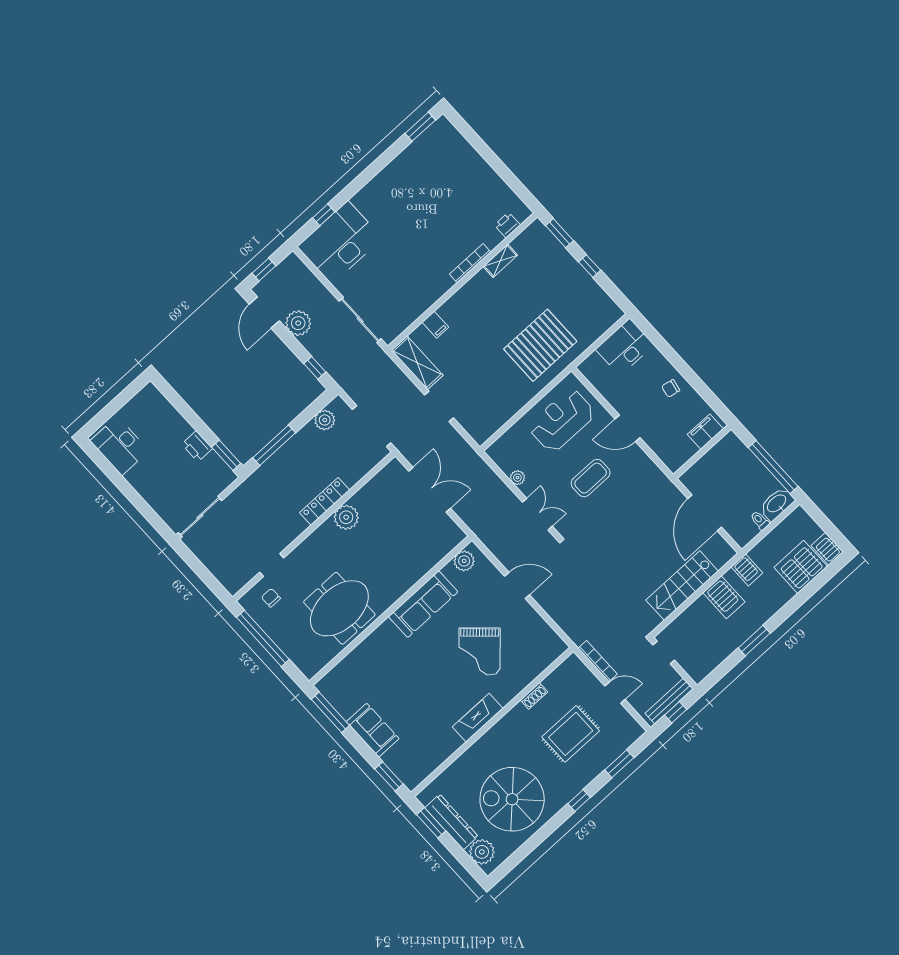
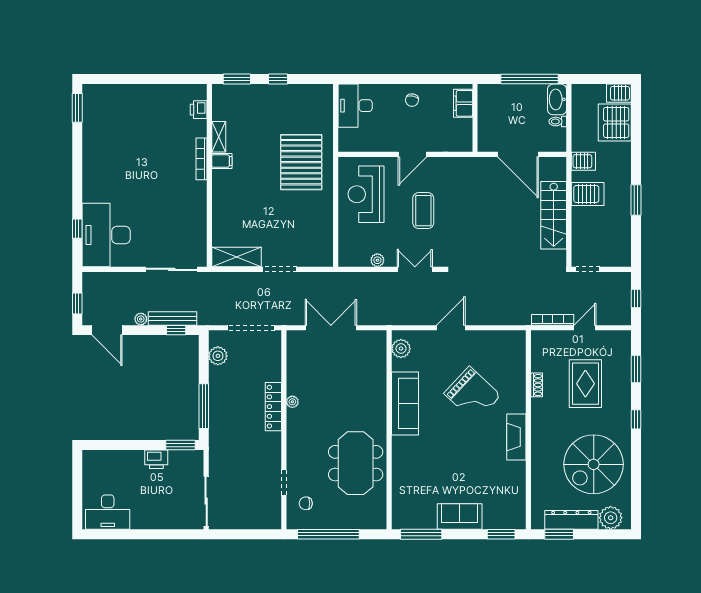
plant: (298, 323) -> (141, 319), width x0.53, depth x0.53
filing cabinet: (435, 325) -> (222, 161), moved
plant: (346, 517) -> (292, 402), width x0.53, depth x0.53
bench: (669, 701) -> (172, 318), moved, turned 90

